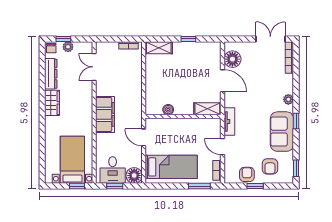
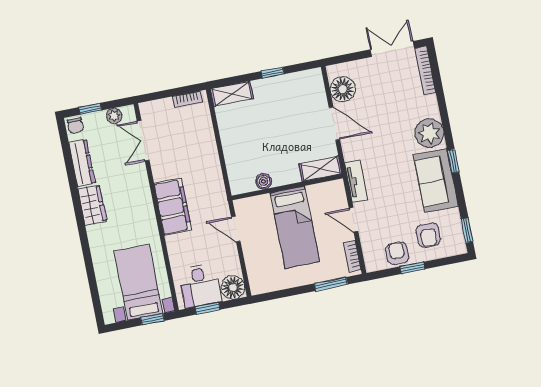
plant: (68, 47) -> (114, 116), moved
plant: (288, 99) -> (429, 133), width x1.88, depth x1.88
bed: (171, 167) -> (295, 227), moved, turned 90

